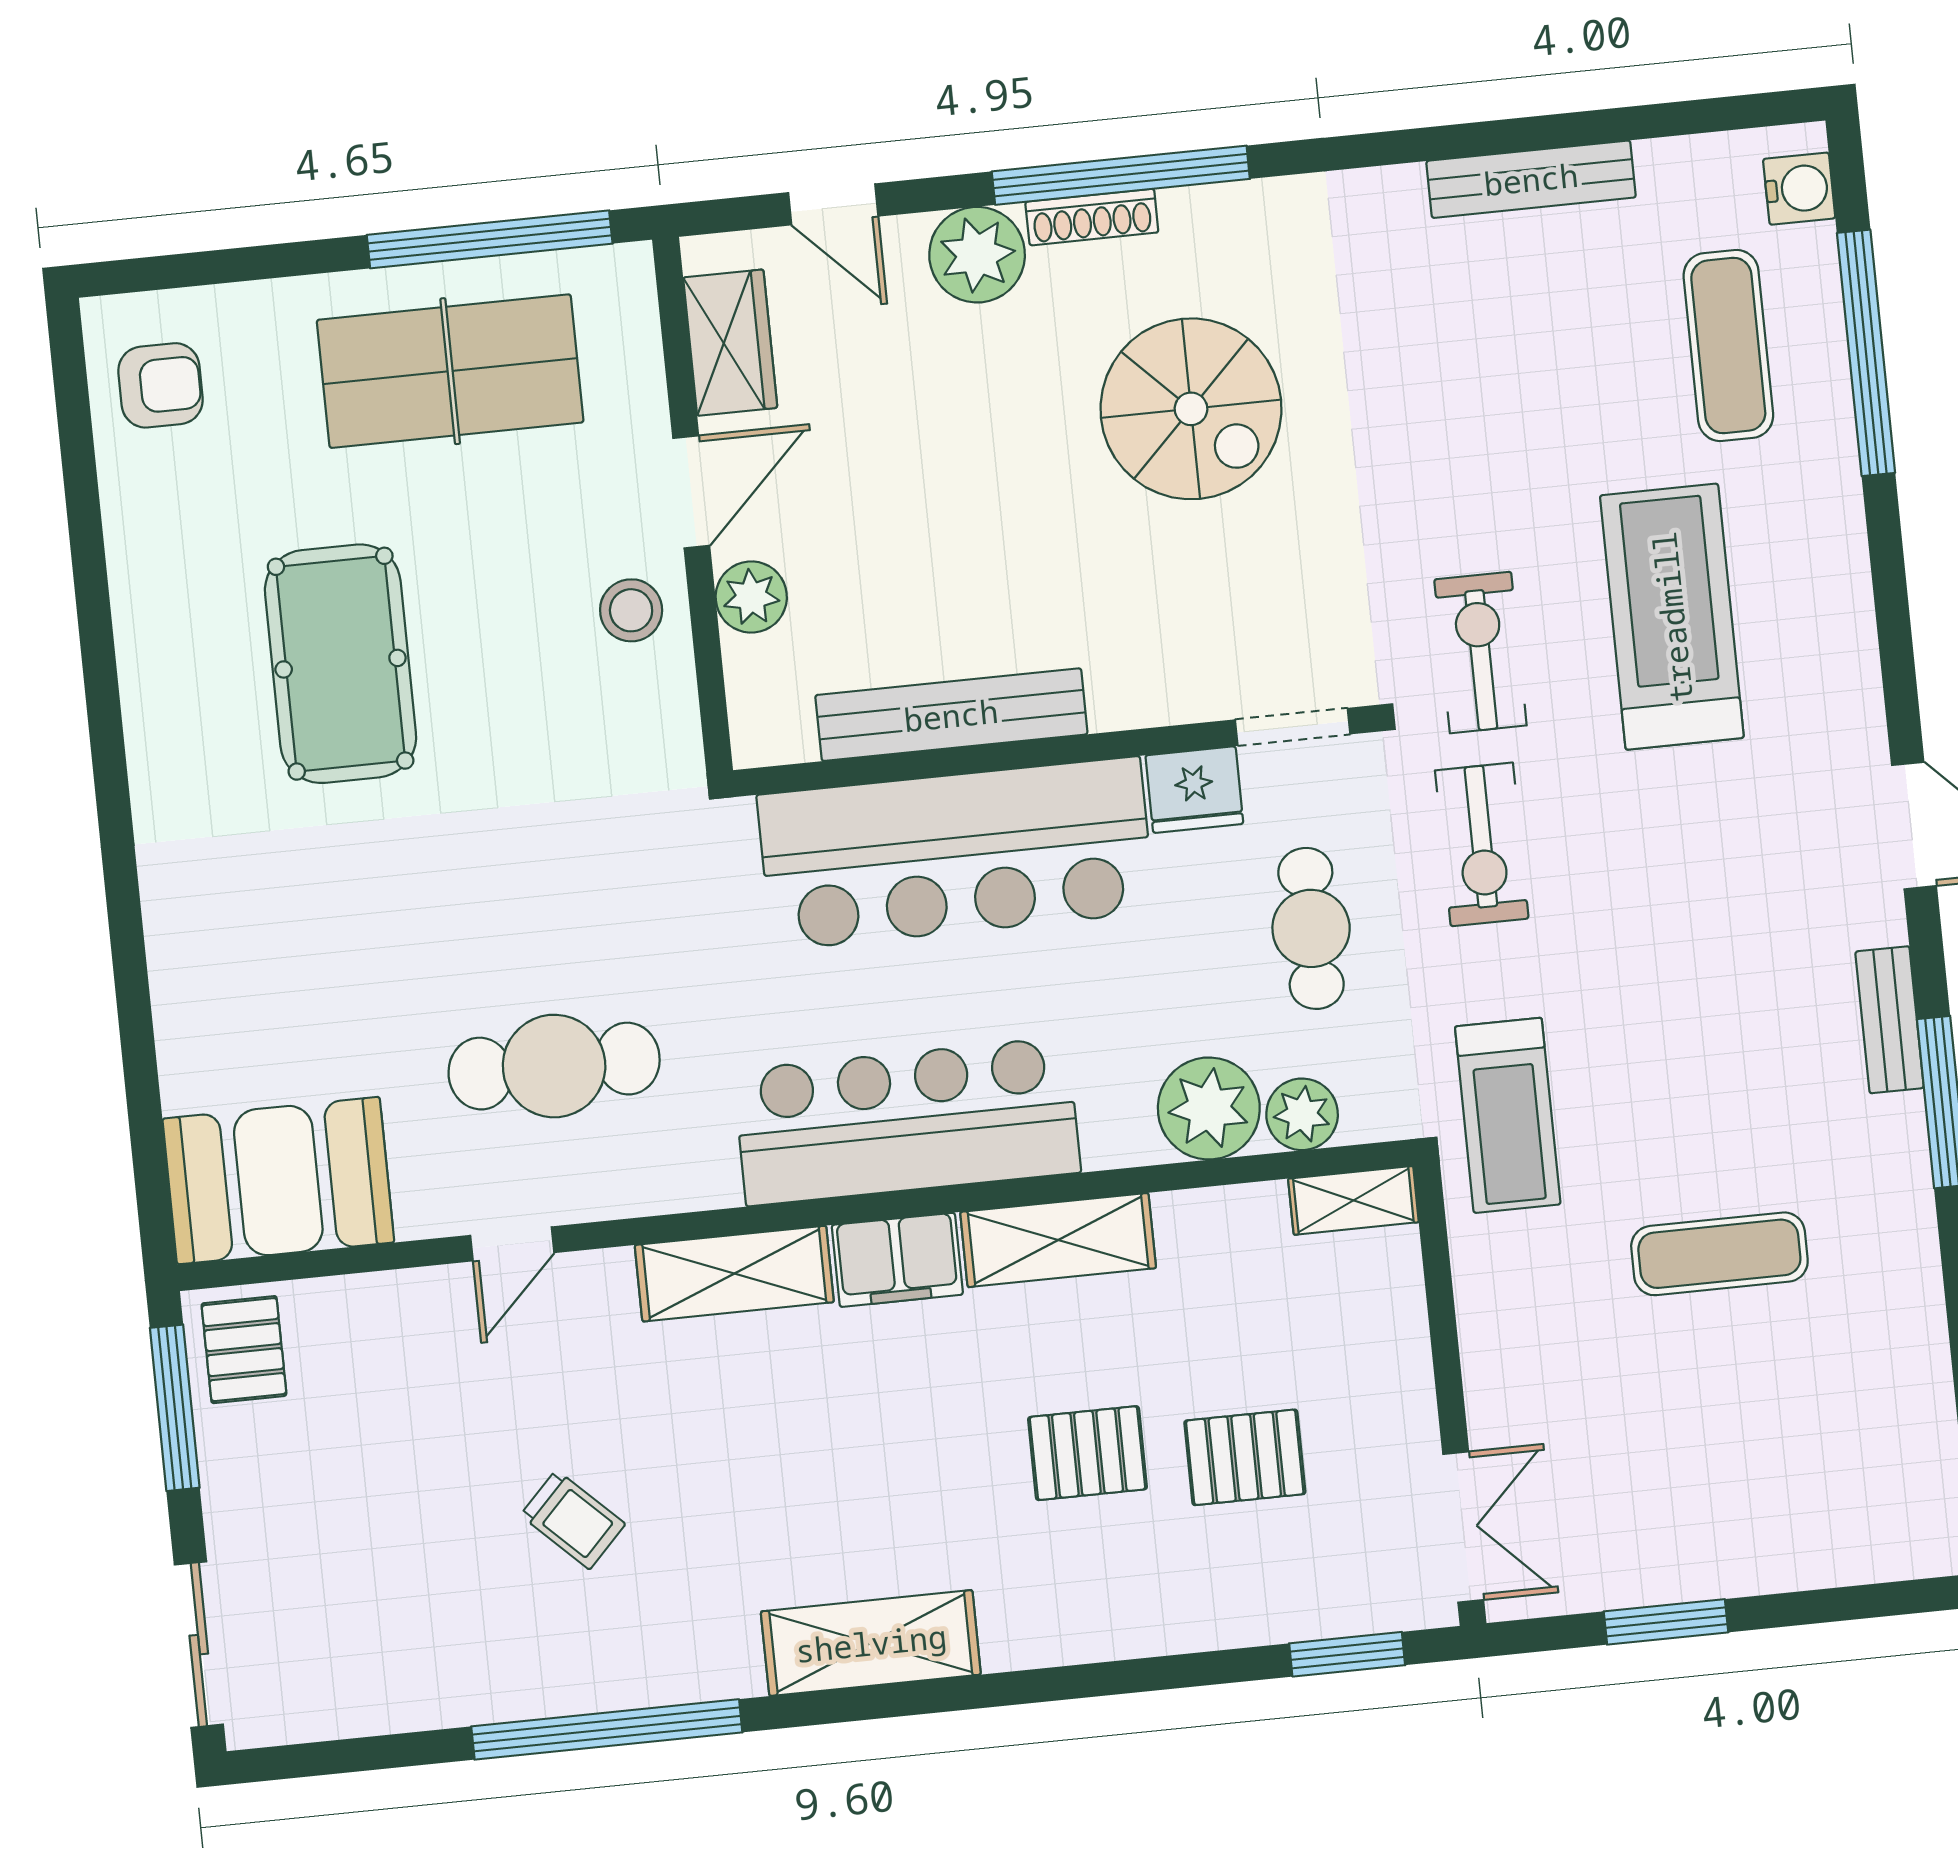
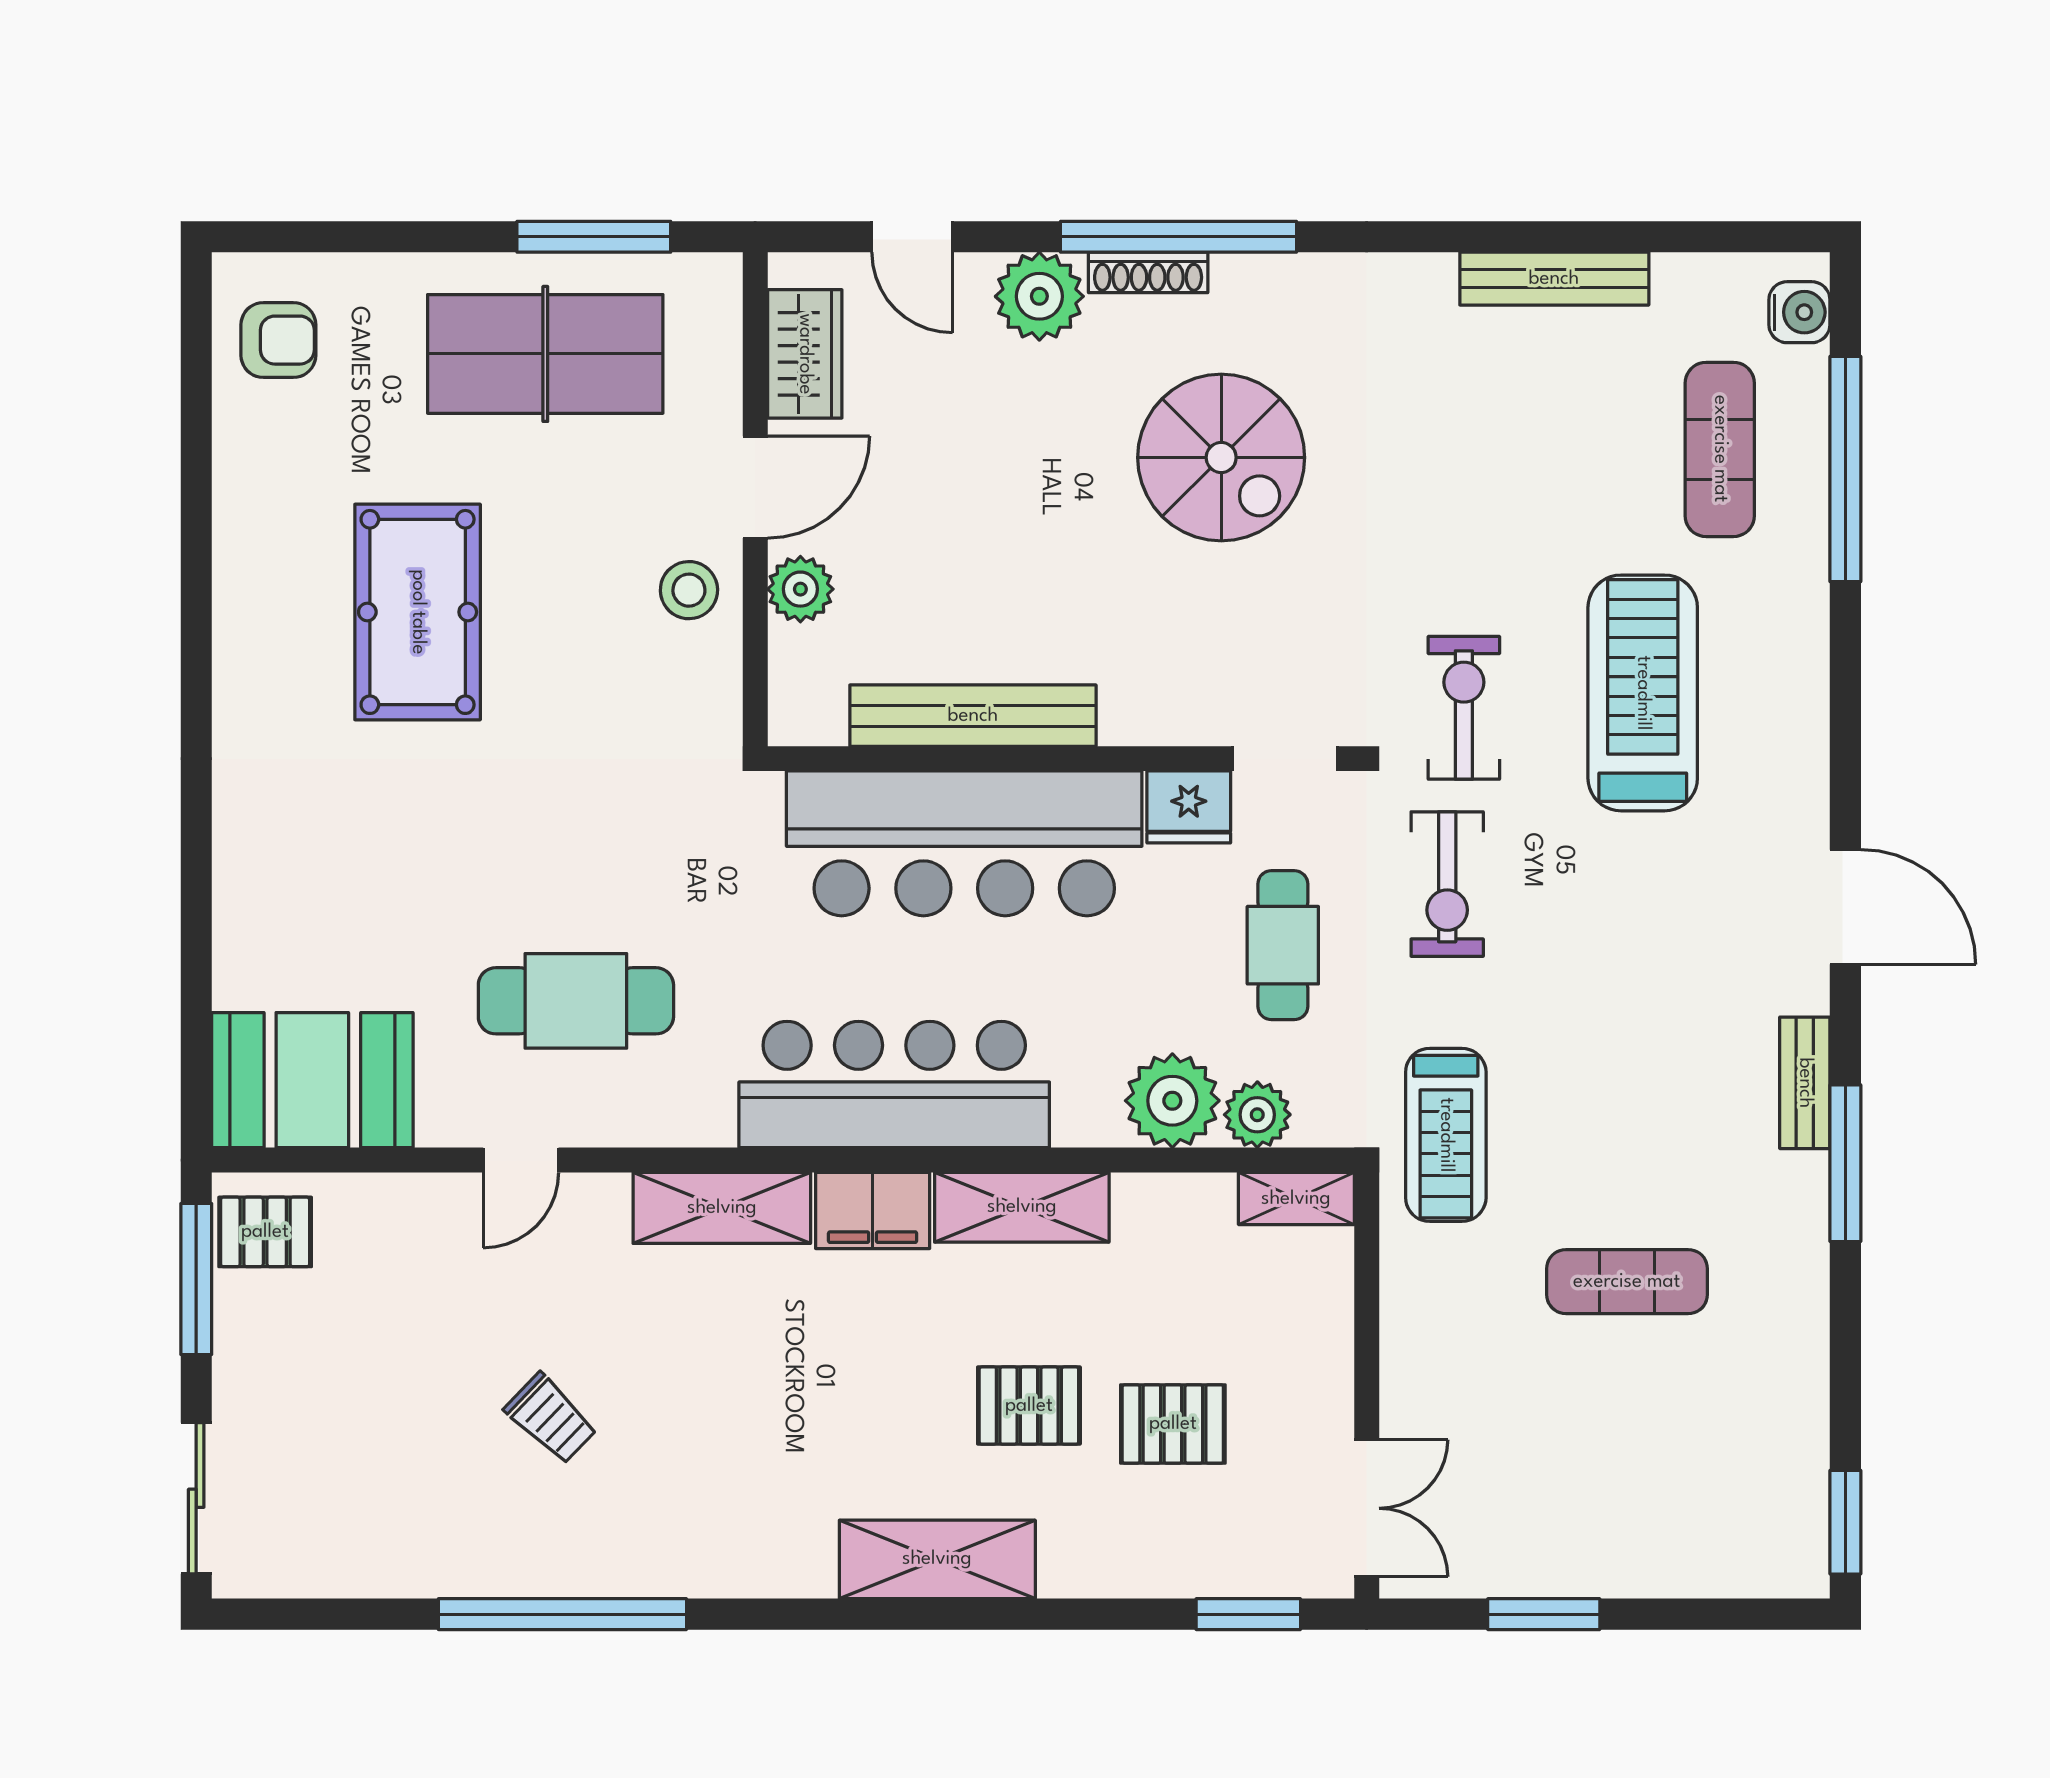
window: (490, 239) -> (594, 237), width x0.68
pallet: (244, 1350) -> (265, 1232), turned 90
shelving: (871, 1643) -> (937, 1559), moved

